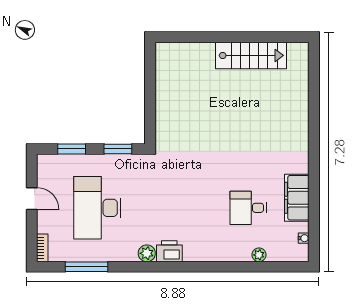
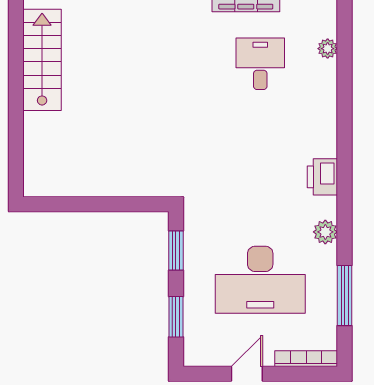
desk: (248, 208) -> (260, 64), turned 180
bookcase: (42, 248) -> (306, 359), width x1.56
plant: (147, 253) -> (325, 232), moved

